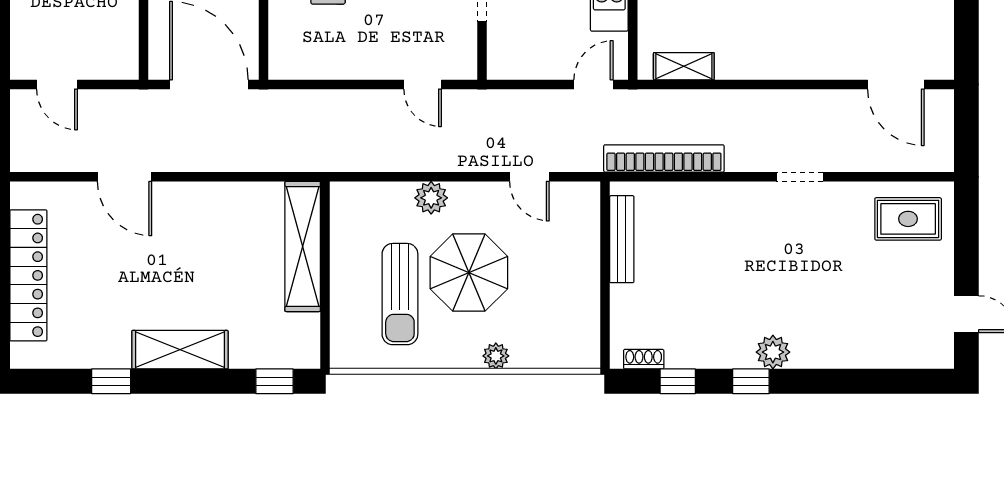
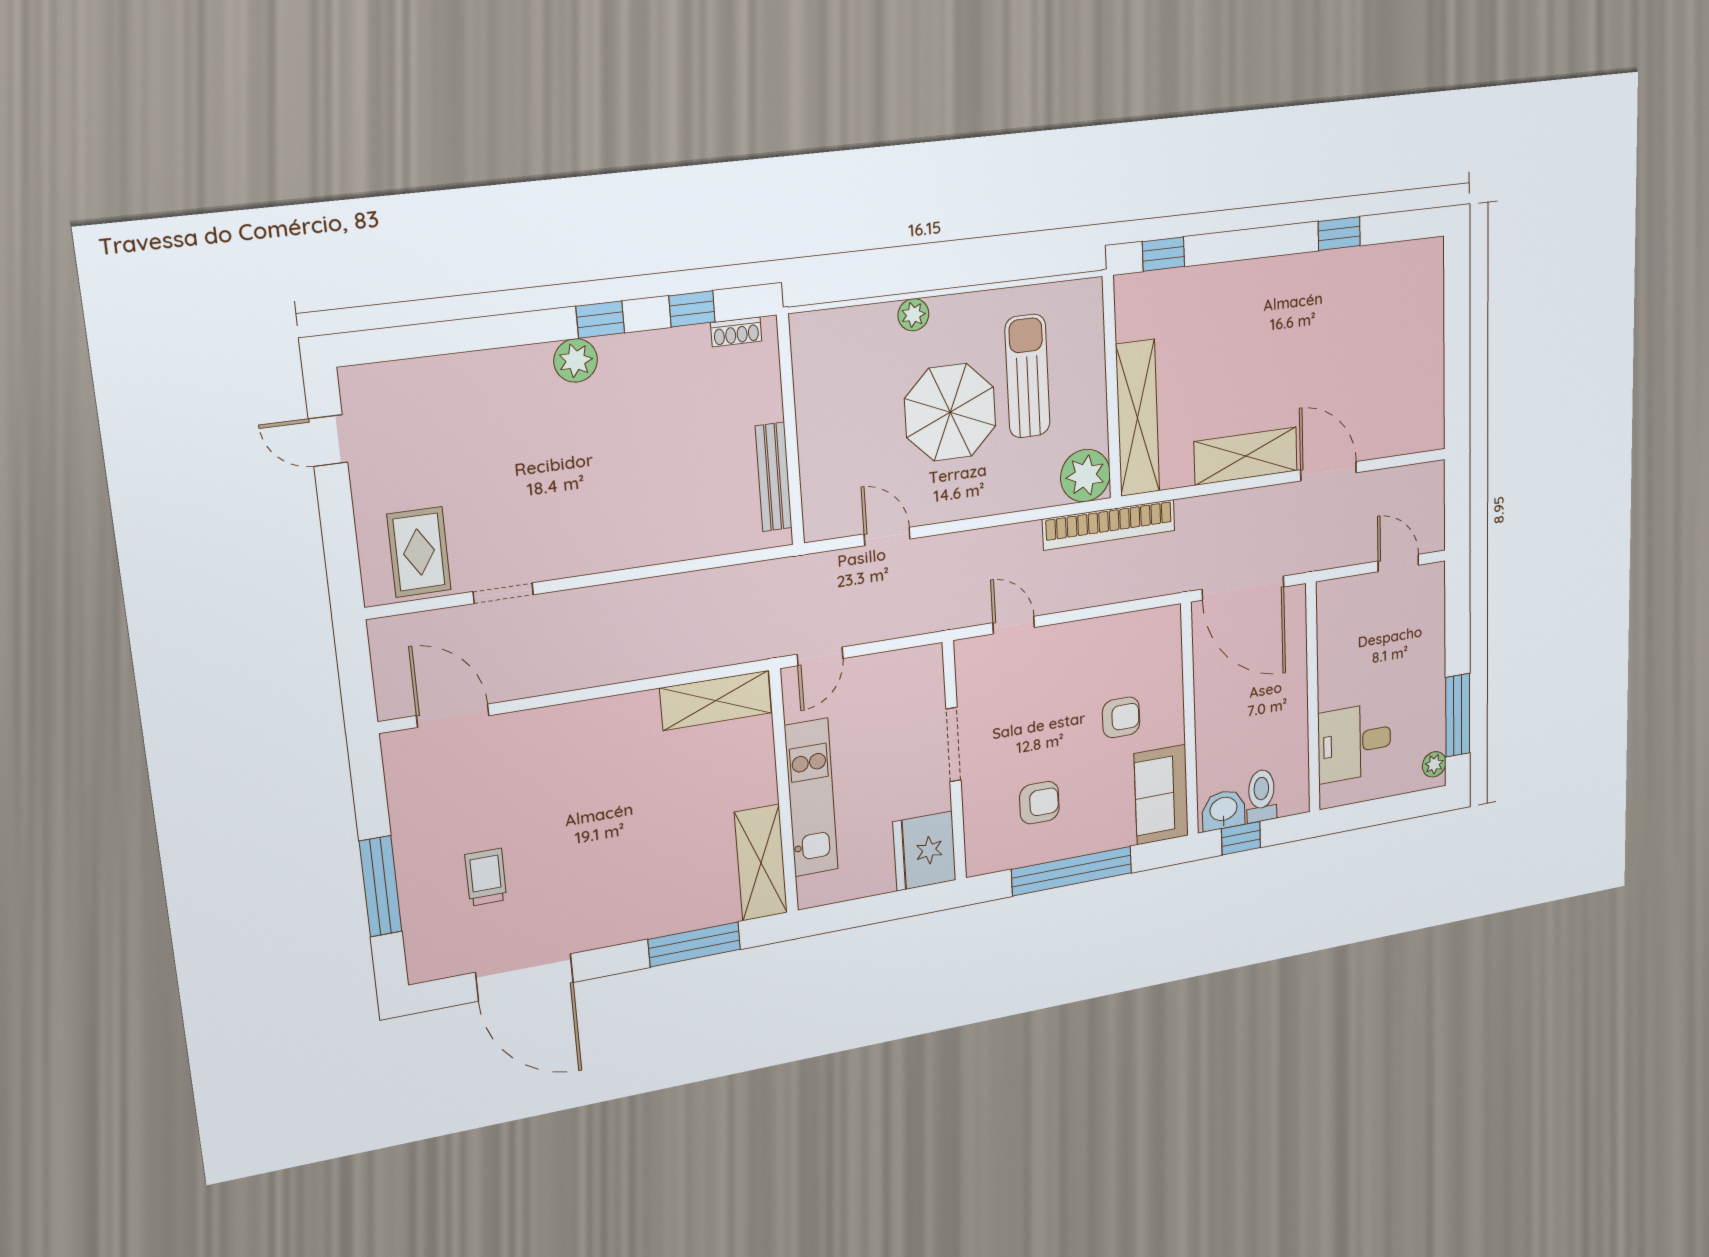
shelving: (684, 66) -> (716, 700), width x1.50, depth x1.33
bookcase: (664, 158) -> (1109, 525), moved
doorway: (800, 177) -> (503, 593), moved
plant: (431, 198) -> (1085, 476), moved, width x1.36, depth x1.36
rug: (908, 219) -> (419, 552), turned 90
locker: (28, 275) -> (1426, 346), removed
shelving: (180, 350) -> (1246, 456), moved

